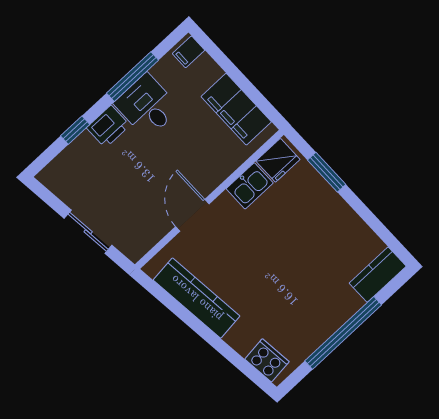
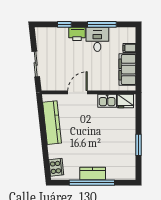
filing cabinet: (189, 52) -> (129, 48), moved
window: (327, 172) -> (138, 145), moved
kitchen counter: (378, 275) -> (93, 173), moved

